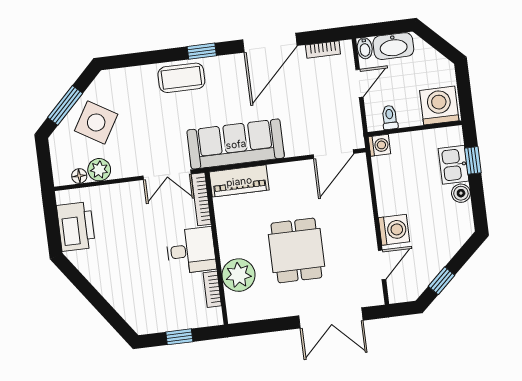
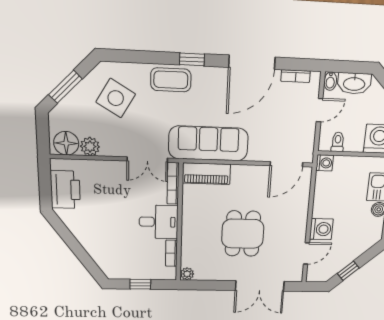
side table: (96, 122) -> (116, 98), moved
floor lamp: (79, 176) -> (66, 143), width x1.89, depth x1.89
plant: (239, 275) -> (187, 274), moved, width x0.53, depth x0.53

